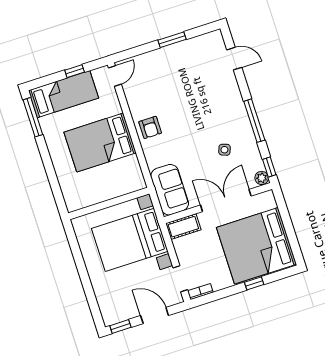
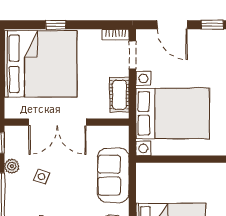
plant: (262, 178) -> (12, 166), moved
sofa: (170, 190) -> (113, 175), moved
cot: (183, 227) -> (119, 95), moved, turned 90

